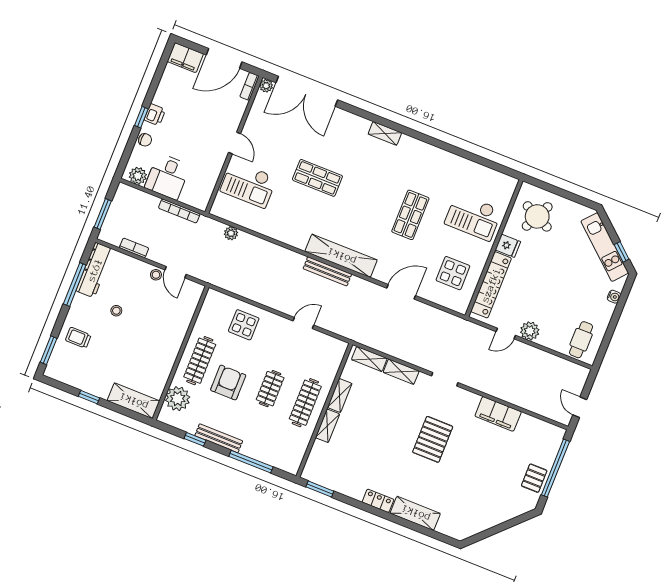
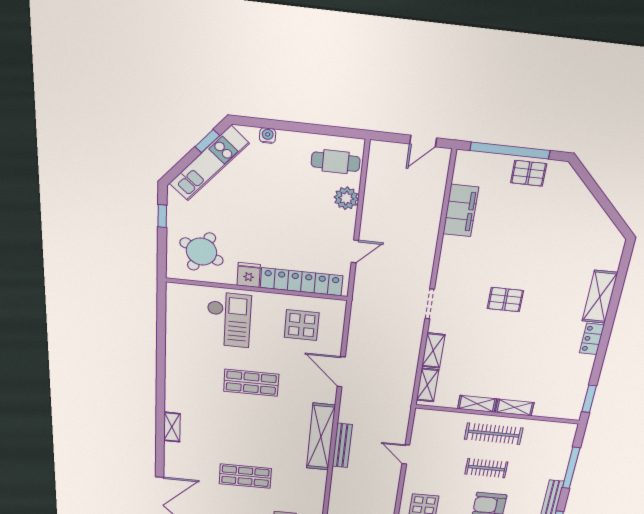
shop shelf: (317, 178) -> (245, 476), turned 90
window: (574, 198) -> (162, 216), added
plant: (530, 331) -> (346, 198), moved
door: (506, 333) -> (355, 251), hinge flipped
filing cabinet: (498, 414) -> (461, 211), moved
pallet: (433, 439) -> (505, 300), width x0.67, depth x0.71

